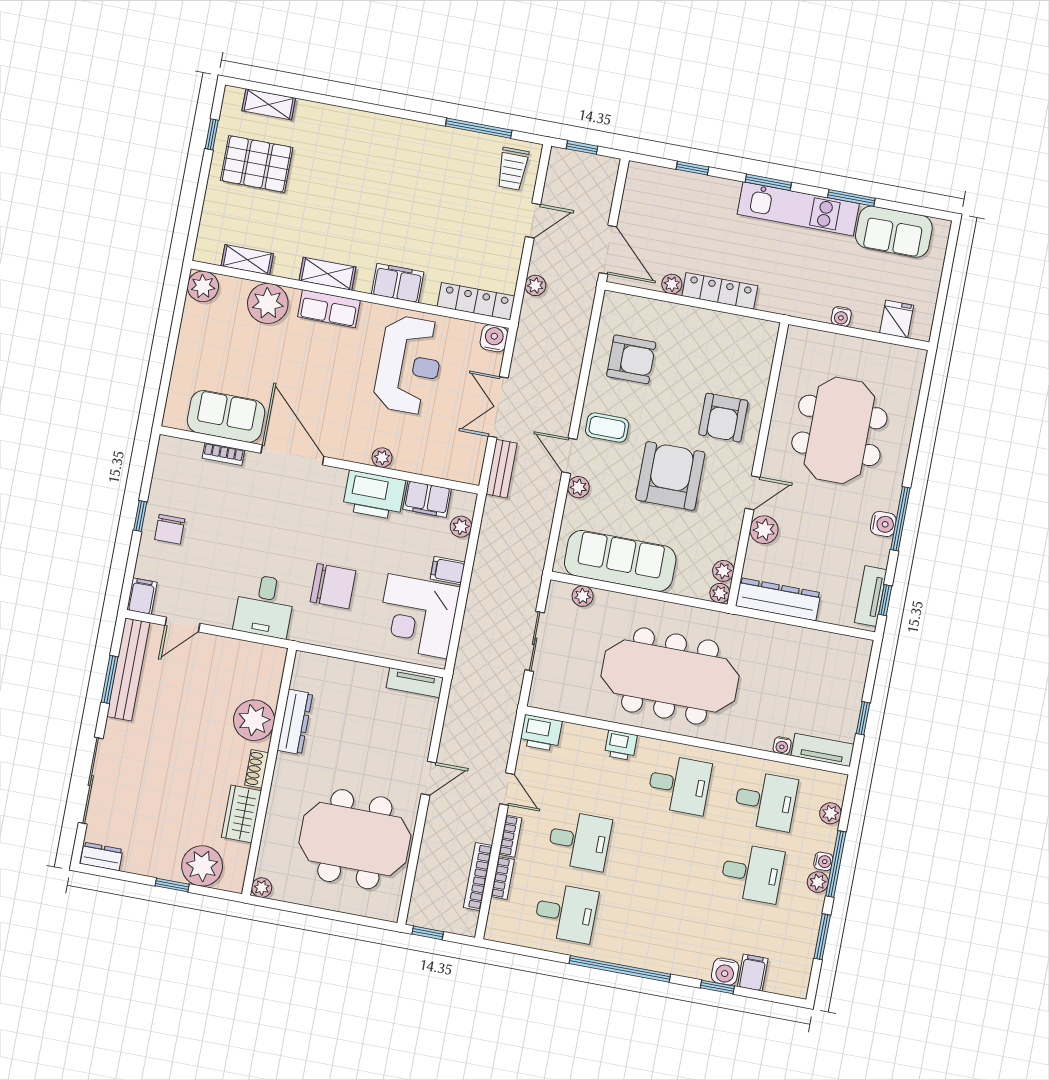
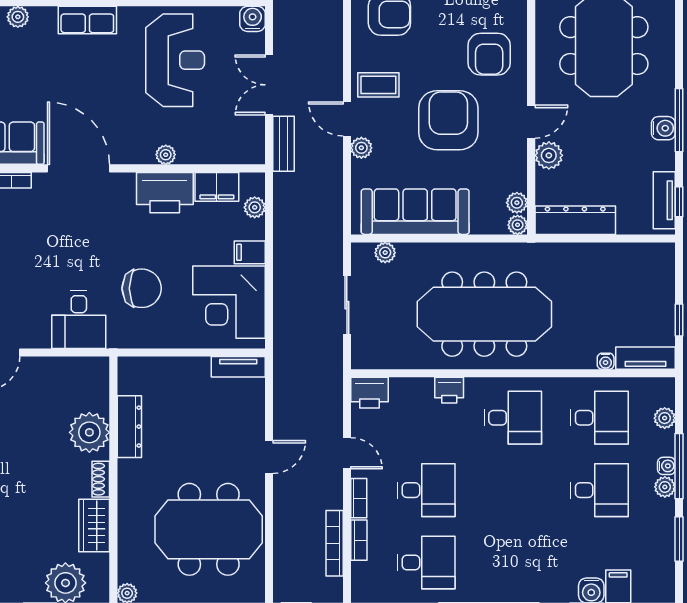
plant: (268, 303) -> (18, 17), width x0.53, depth x0.53

